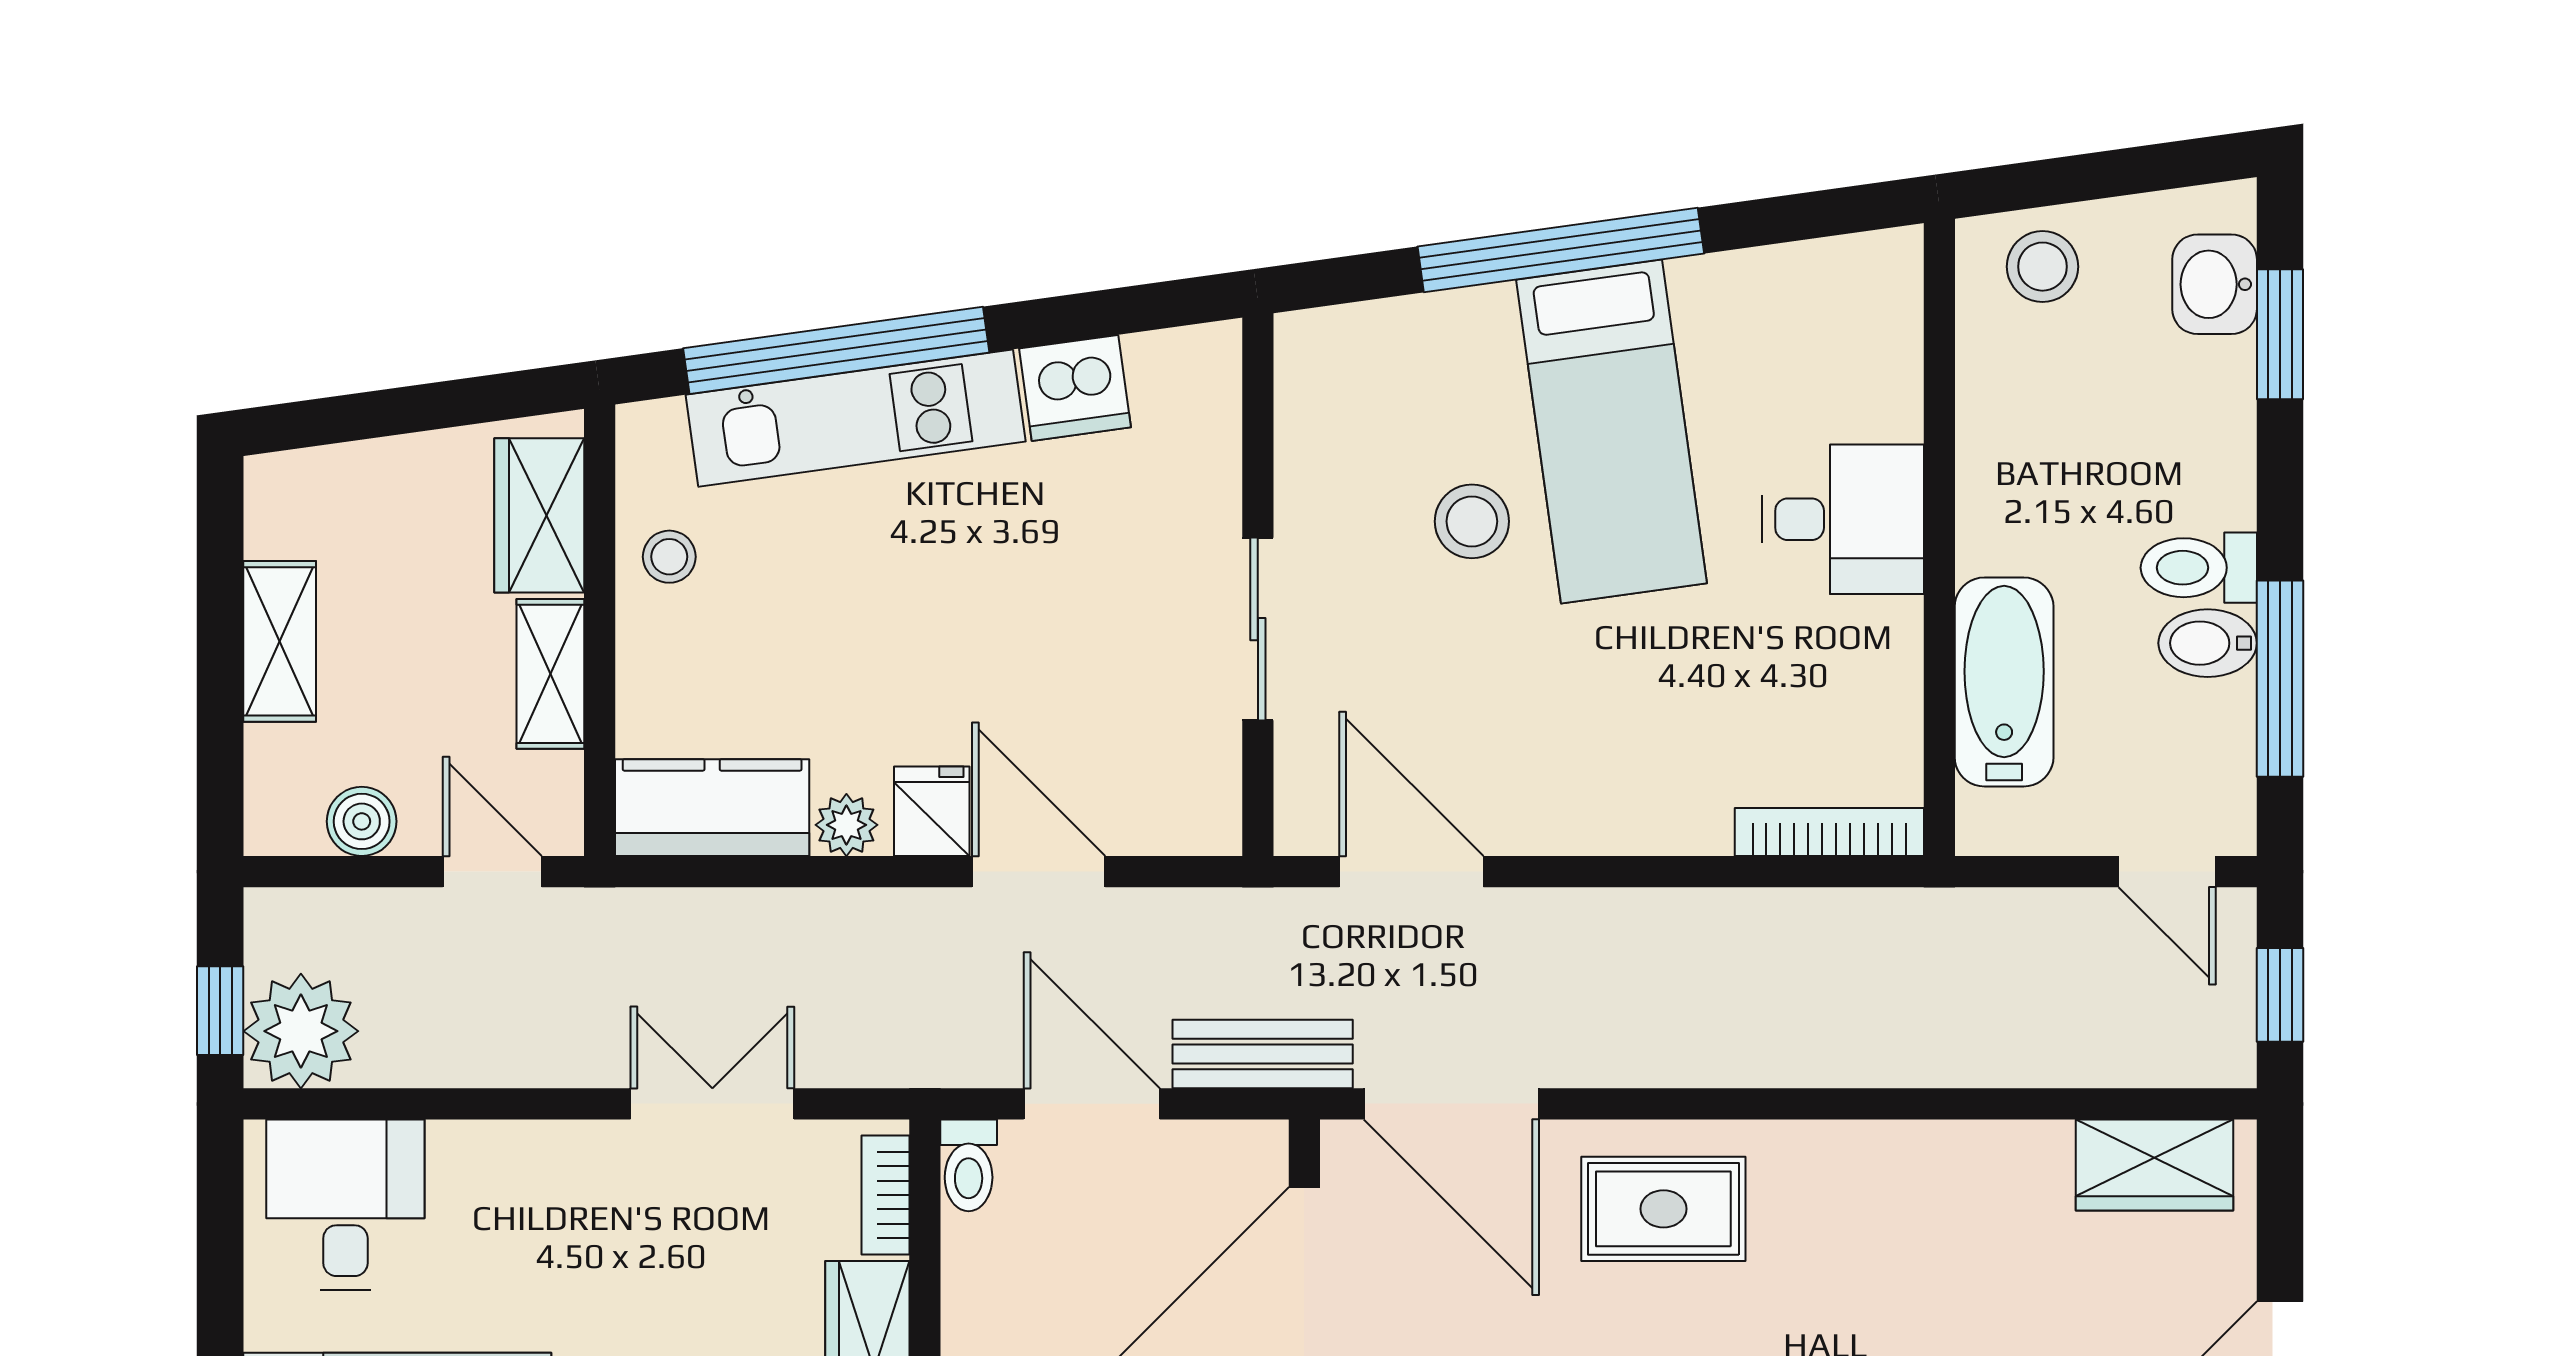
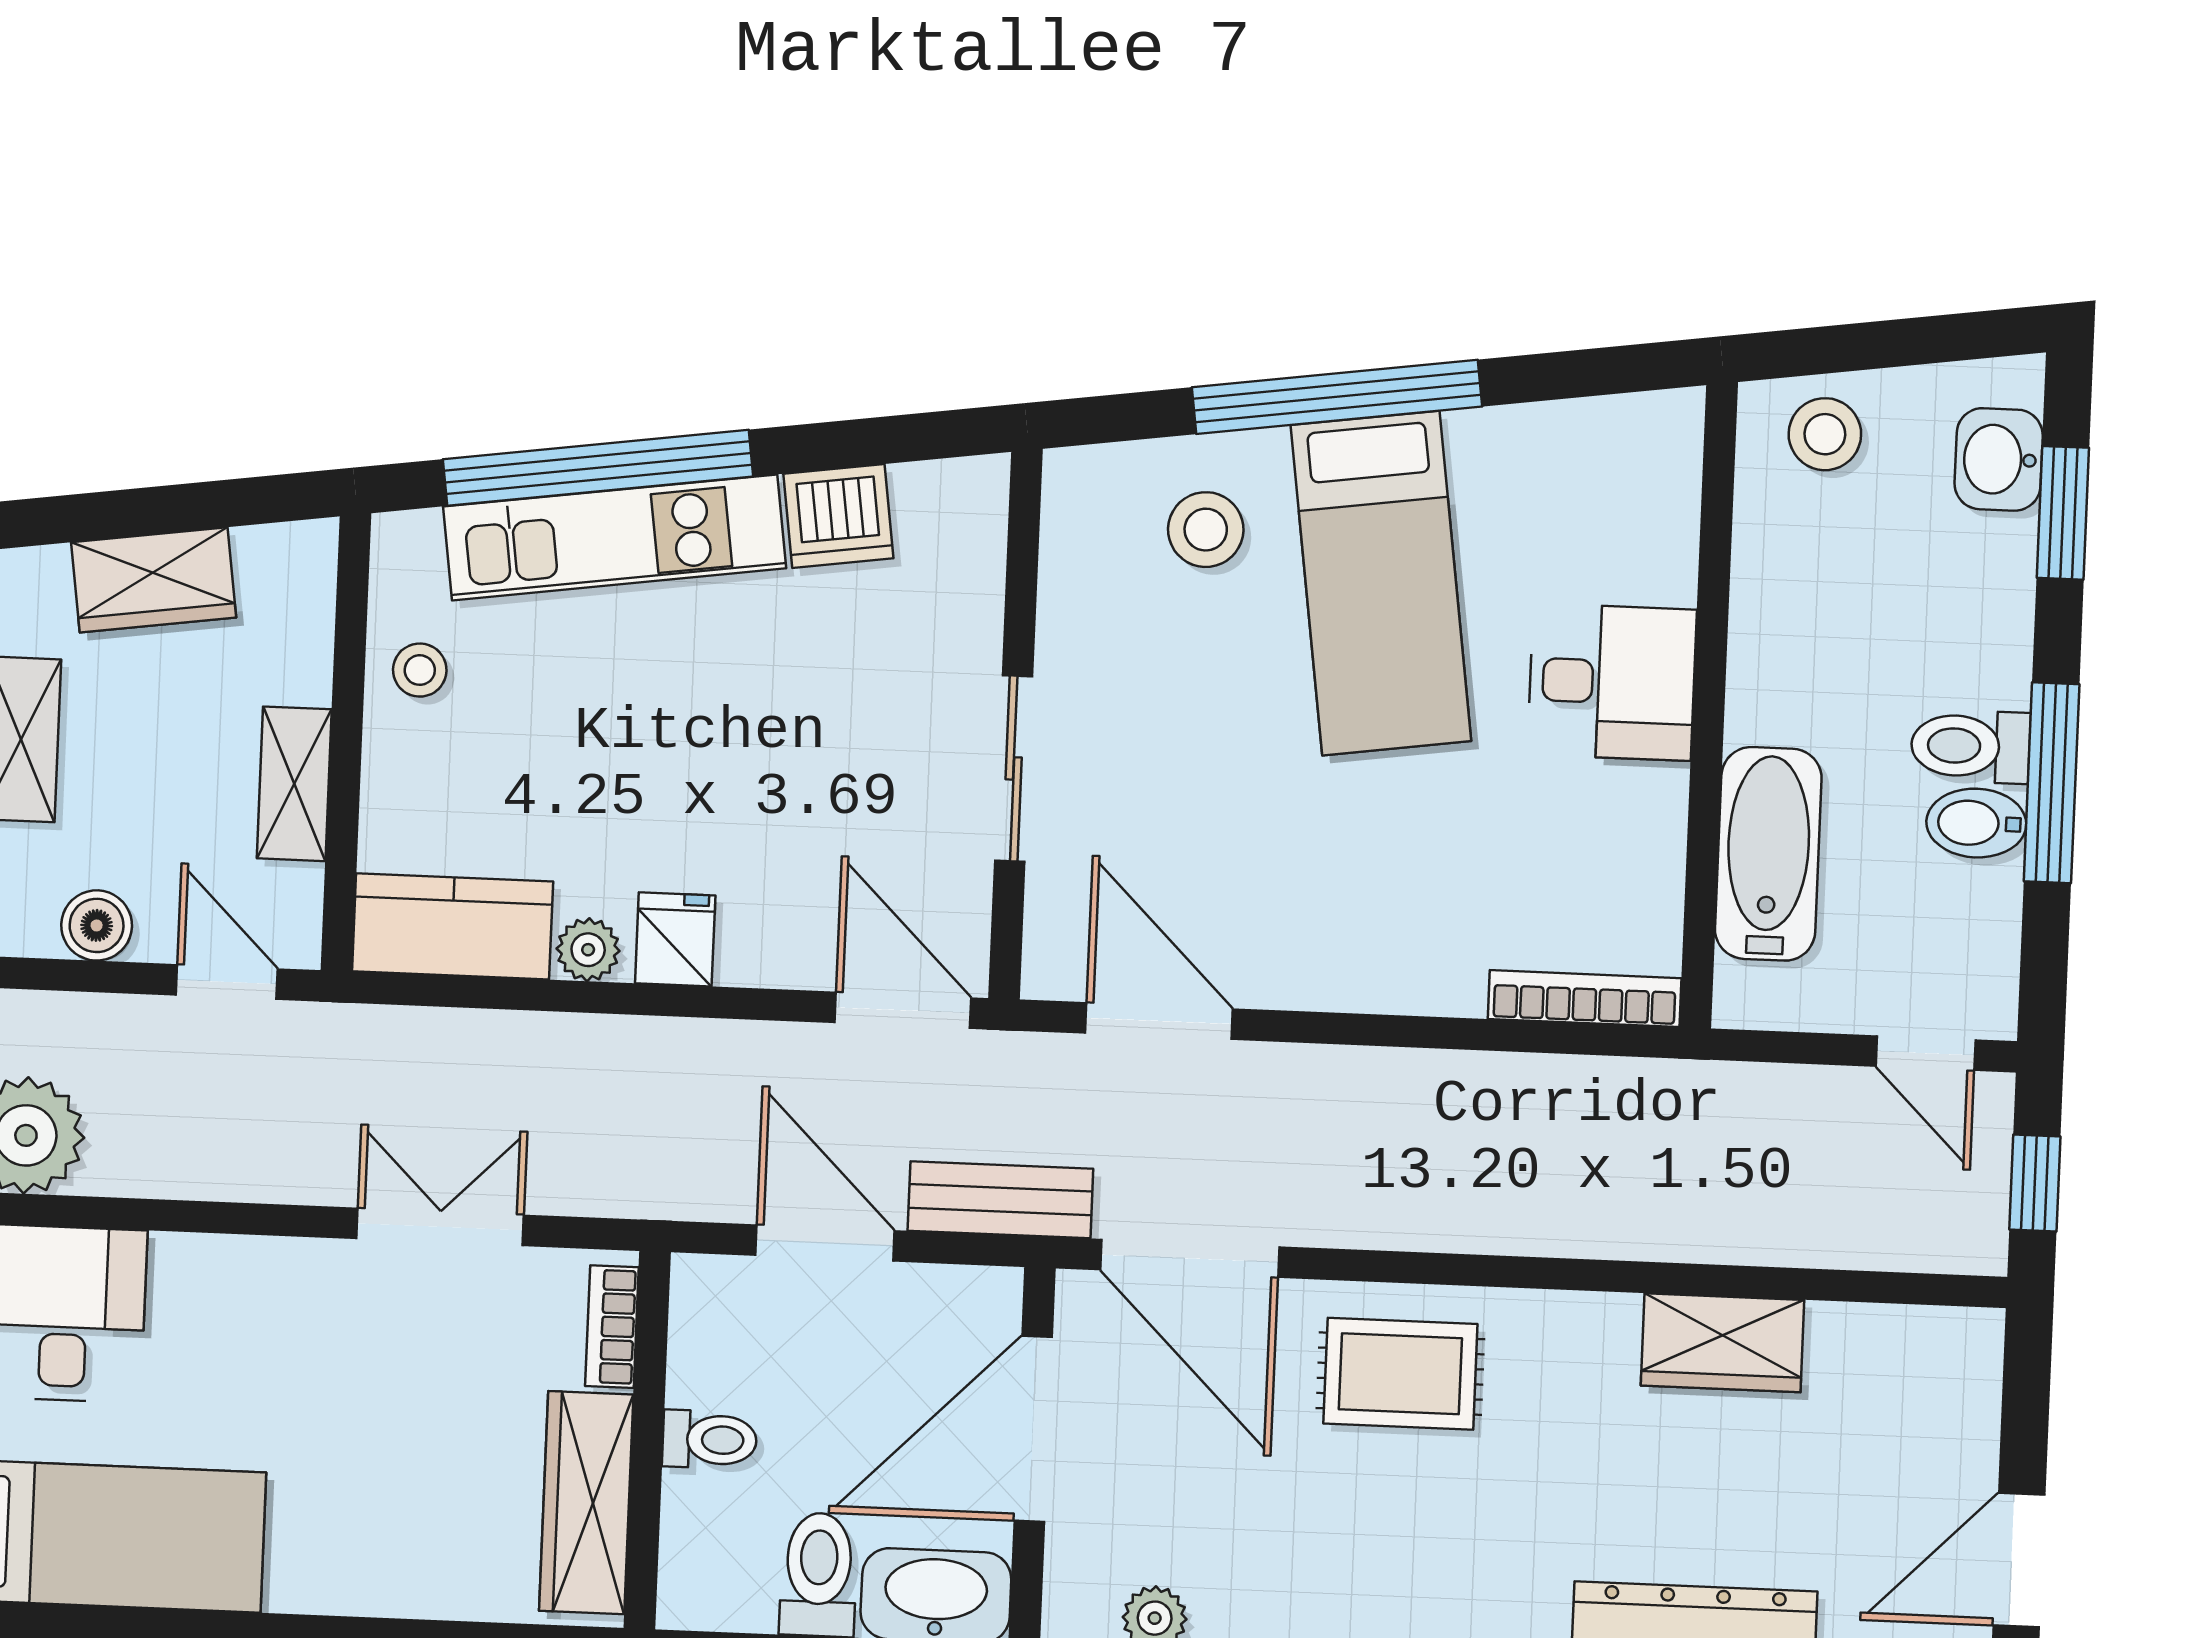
wardrobe: (539, 515) -> (154, 580), moved, turned -98
stool: (1472, 521) -> (1206, 530), moved
window: (2280, 679) -> (2052, 783), moved
door: (1039, 872) -> (903, 1010), moved
toilet: (969, 1165) -> (710, 1440), moved, turned -90
wardrobe: (2155, 1165) -> (1723, 1343), moved

